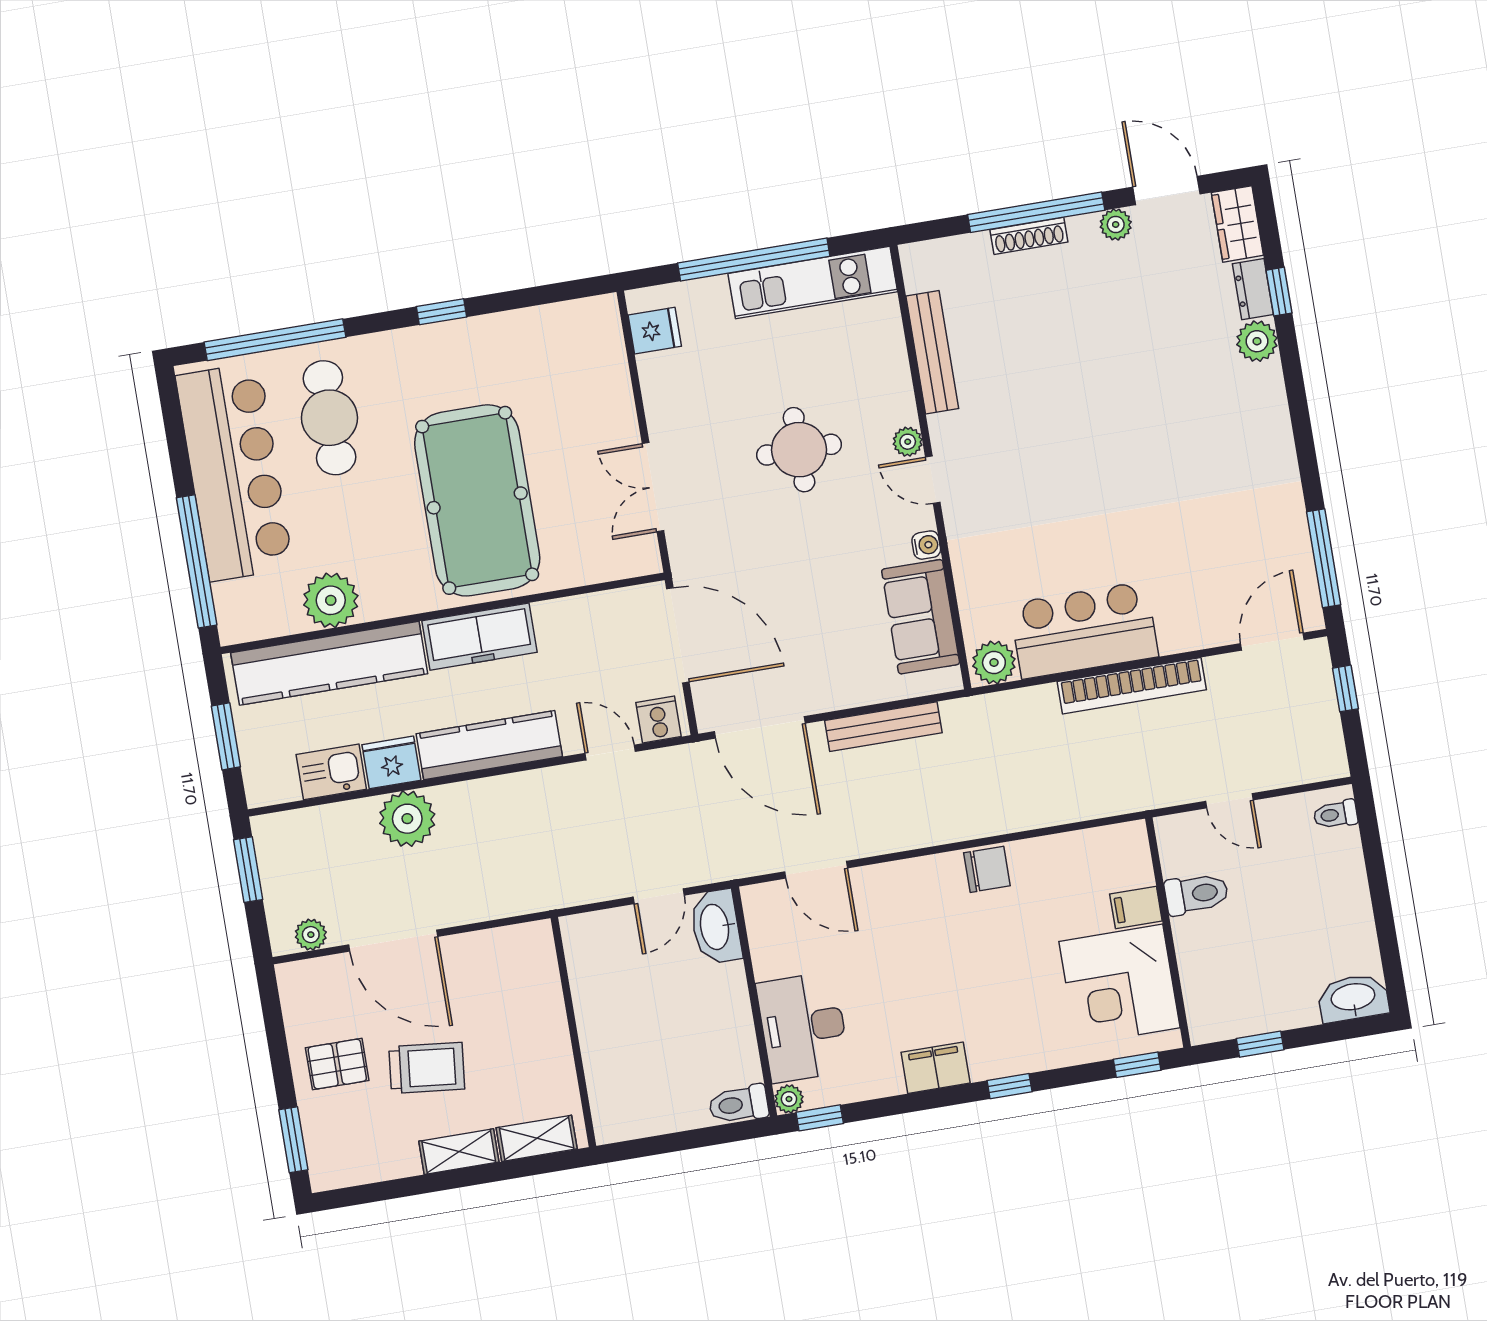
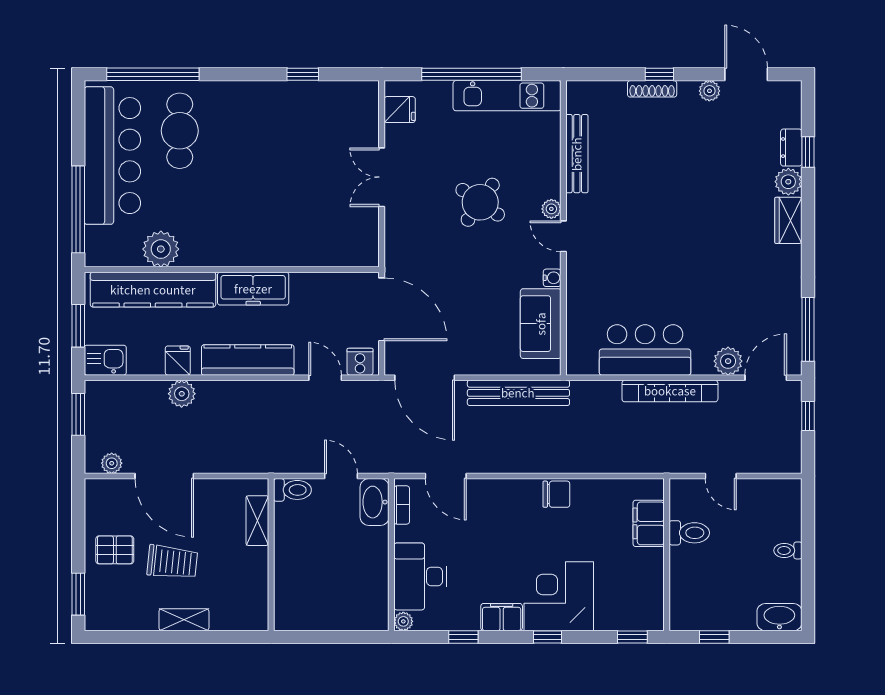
window: (1036, 212) -> (659, 74), width x0.32
wardrobe: (1237, 224) -> (788, 220), moved
window: (442, 312) -> (303, 74), moved
round table: (799, 450) -> (480, 202), turned 35
double door: (653, 487) -> (382, 177), moved
pool table: (477, 500) -> (266, 200), removed
plant: (994, 663) -> (728, 361), moved
bench: (883, 727) -> (518, 393), width x1.37, depth x1.21
fridge: (391, 762) -> (178, 361), width x0.72
kitchen sink: (331, 772) -> (105, 360), moved
toilet: (1336, 814) -> (788, 550), moved
plant: (407, 819) -> (182, 394), width x0.73, depth x0.73
door: (659, 896) -> (341, 476), swing flipped
filing cabinet: (1136, 907) -> (649, 523), width x2.00
bookcase: (757, 924) -> (402, 505), added
corner desk: (1119, 985) -> (559, 596), moved, turned 90
toilet: (739, 1104) -> (292, 490), moved, turned 180
window: (820, 1118) -> (463, 637), moved
shelving: (537, 1138) -> (257, 521), moved, turned 90

